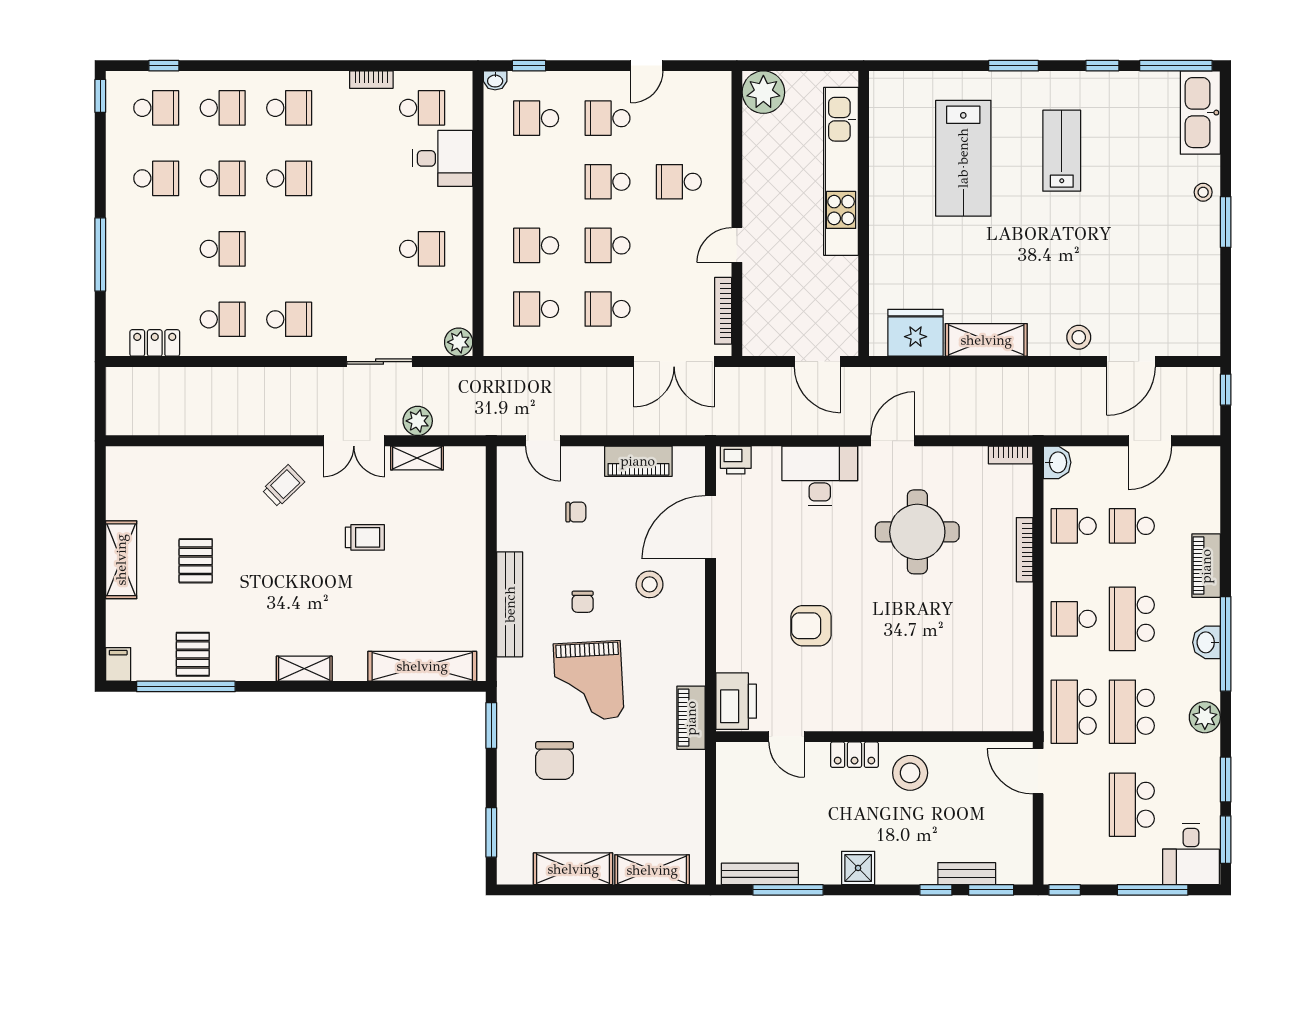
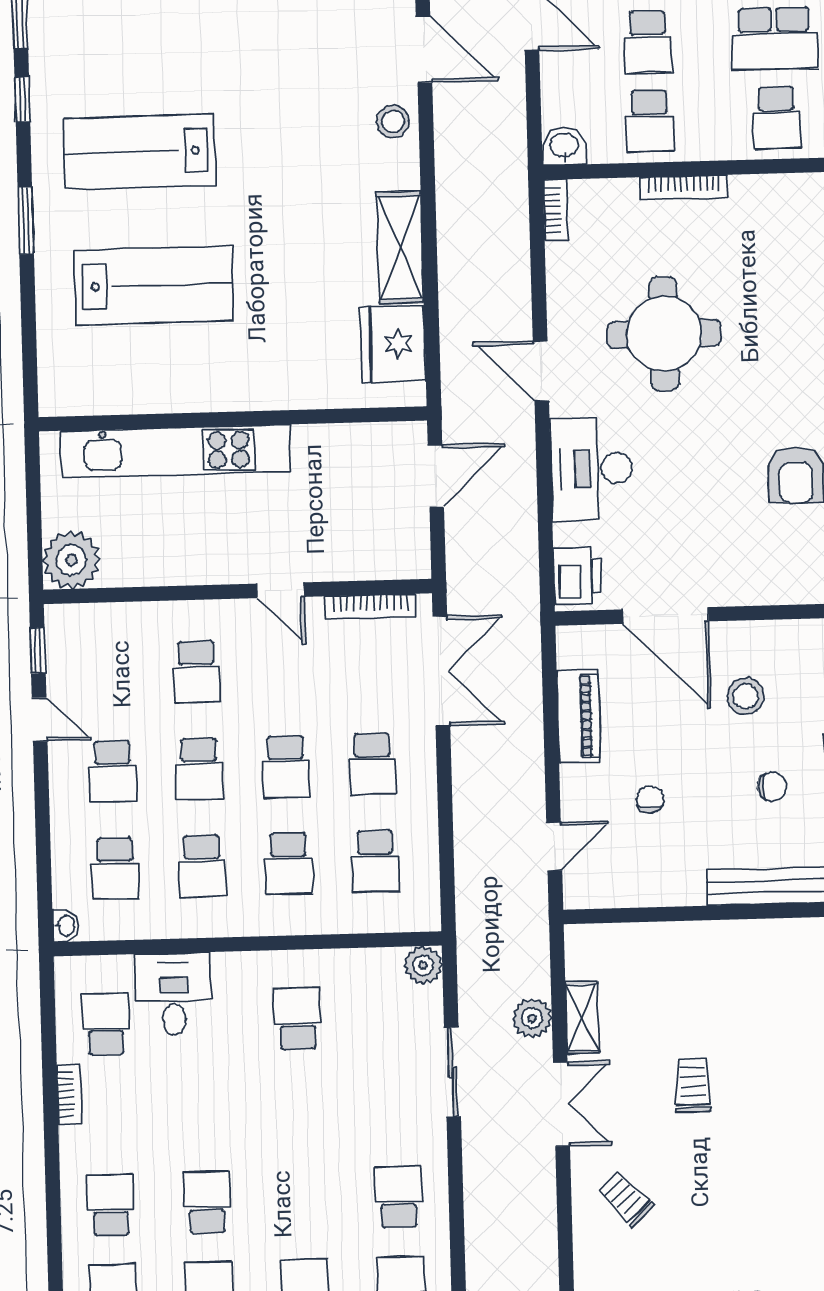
window: (529, 66) -> (38, 650), moved
lab bench: (1062, 151) -> (140, 152), width x1.36, depth x1.39
school desk: (536, 182) -> (202, 866), added
printer: (736, 460) -> (577, 576), width x1.36, depth x1.24

